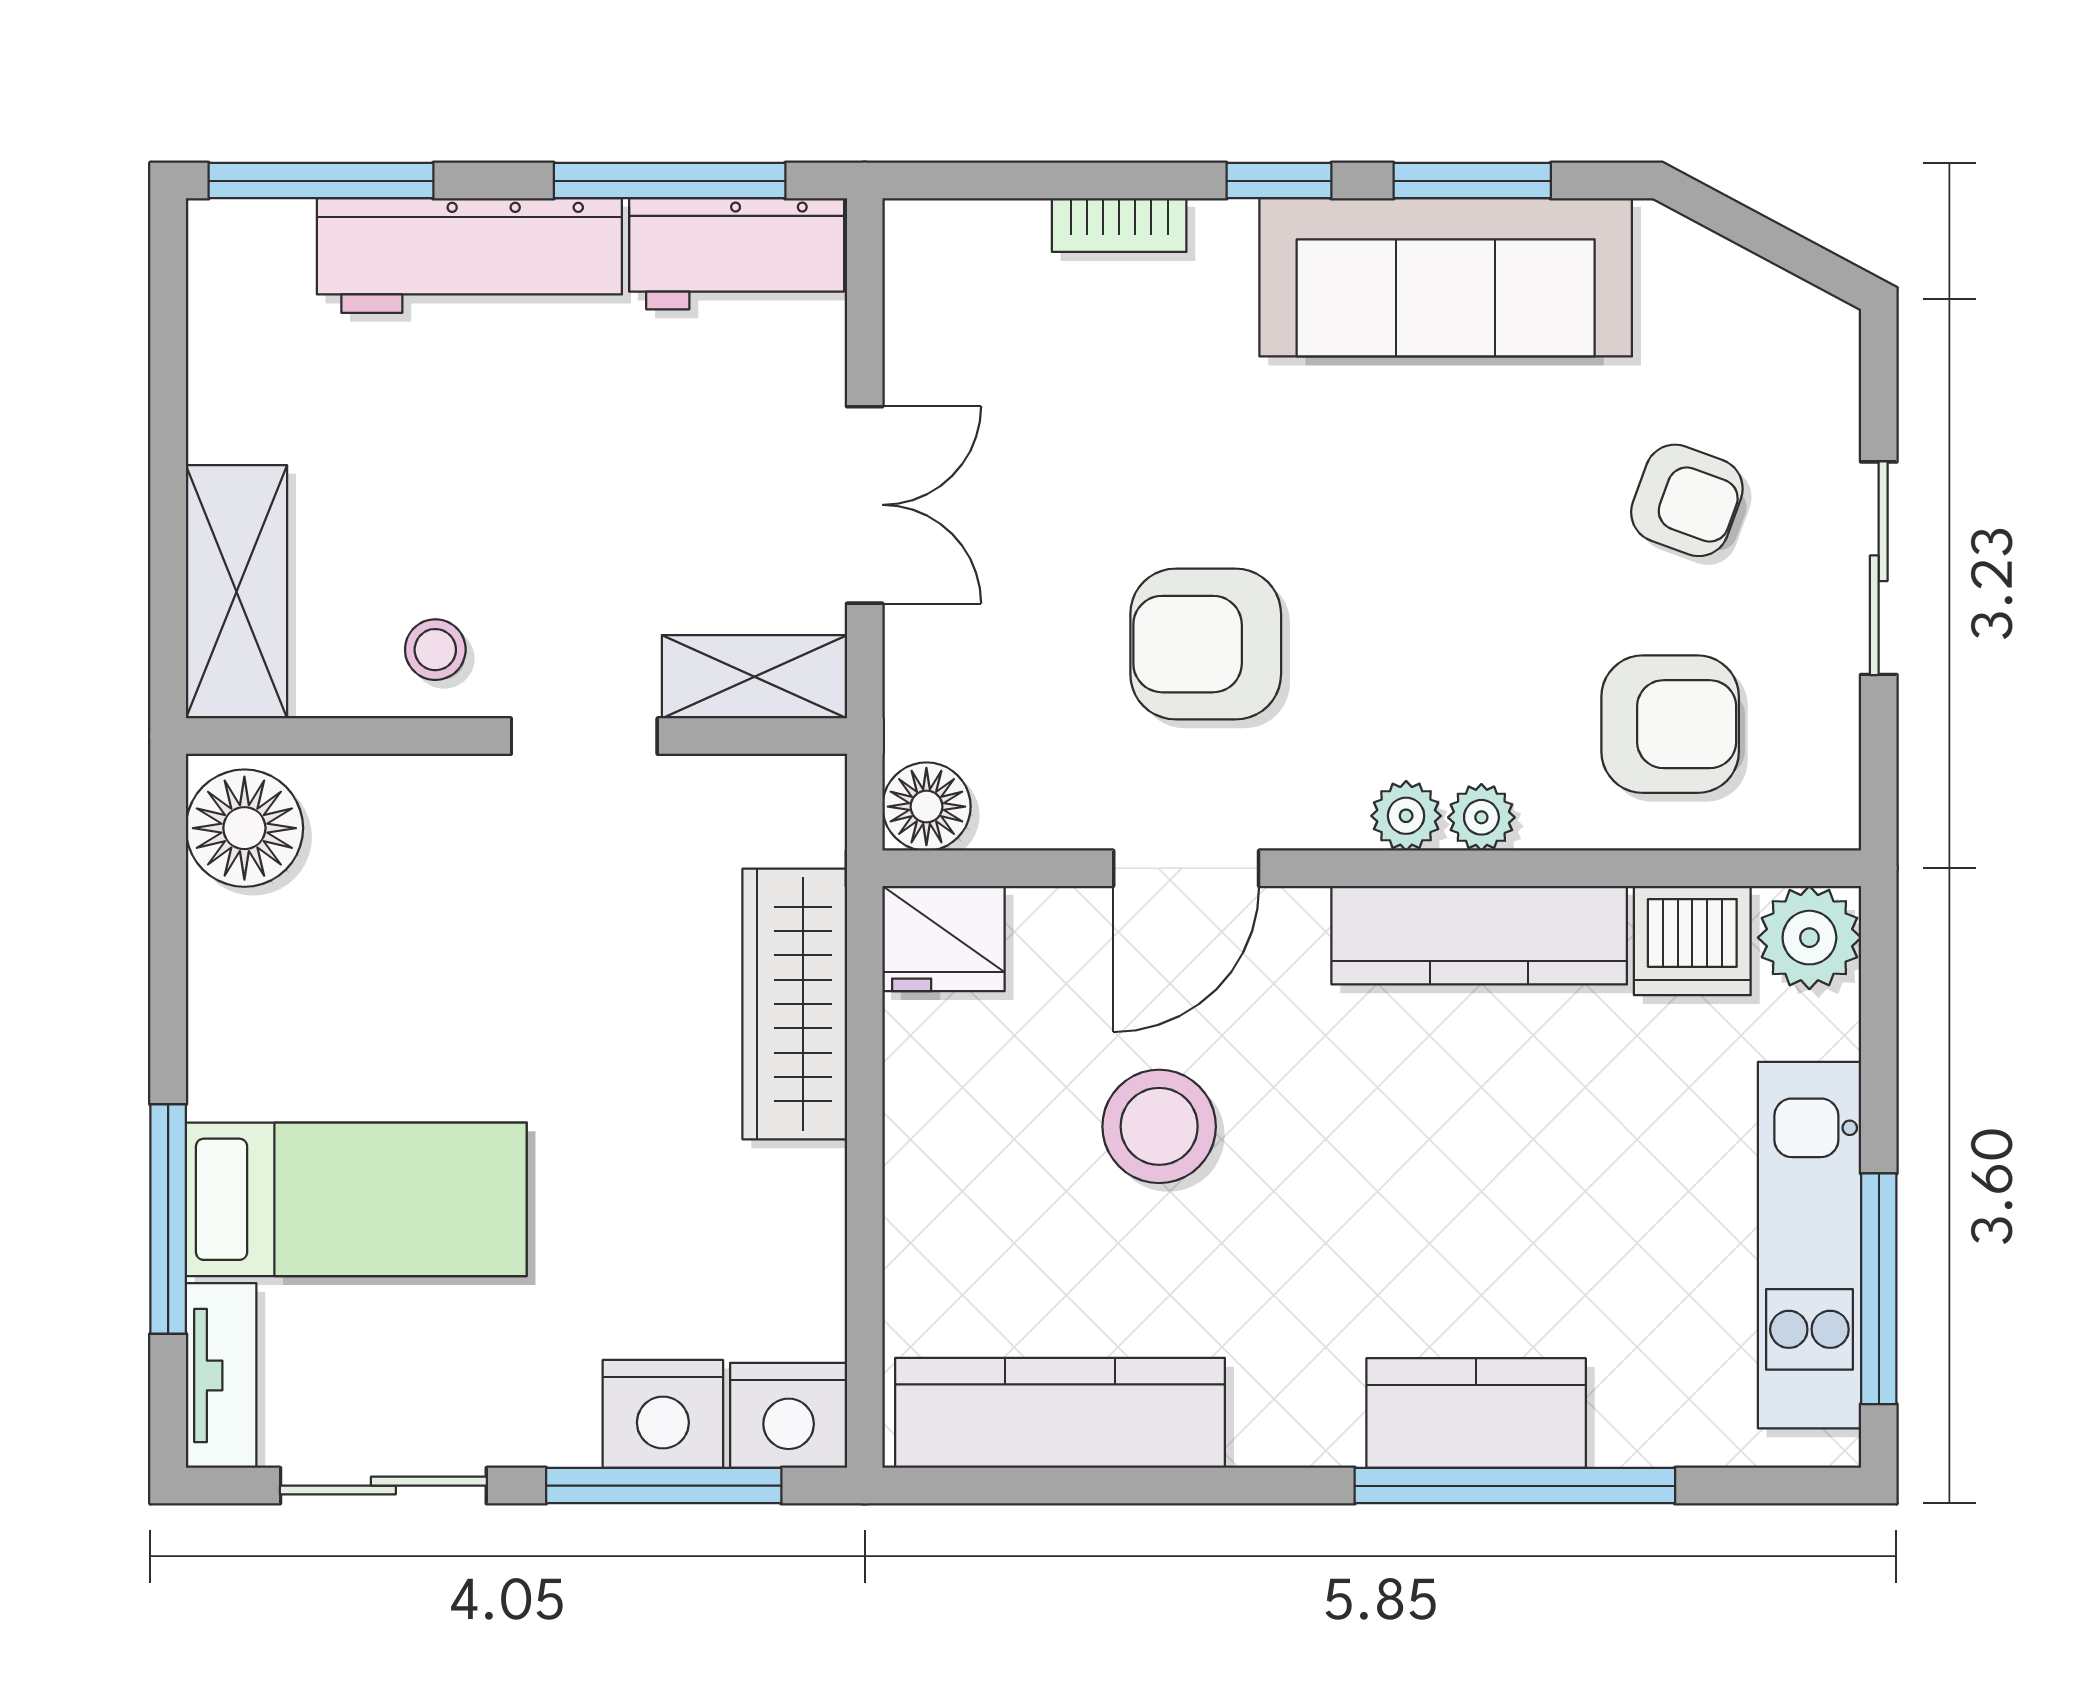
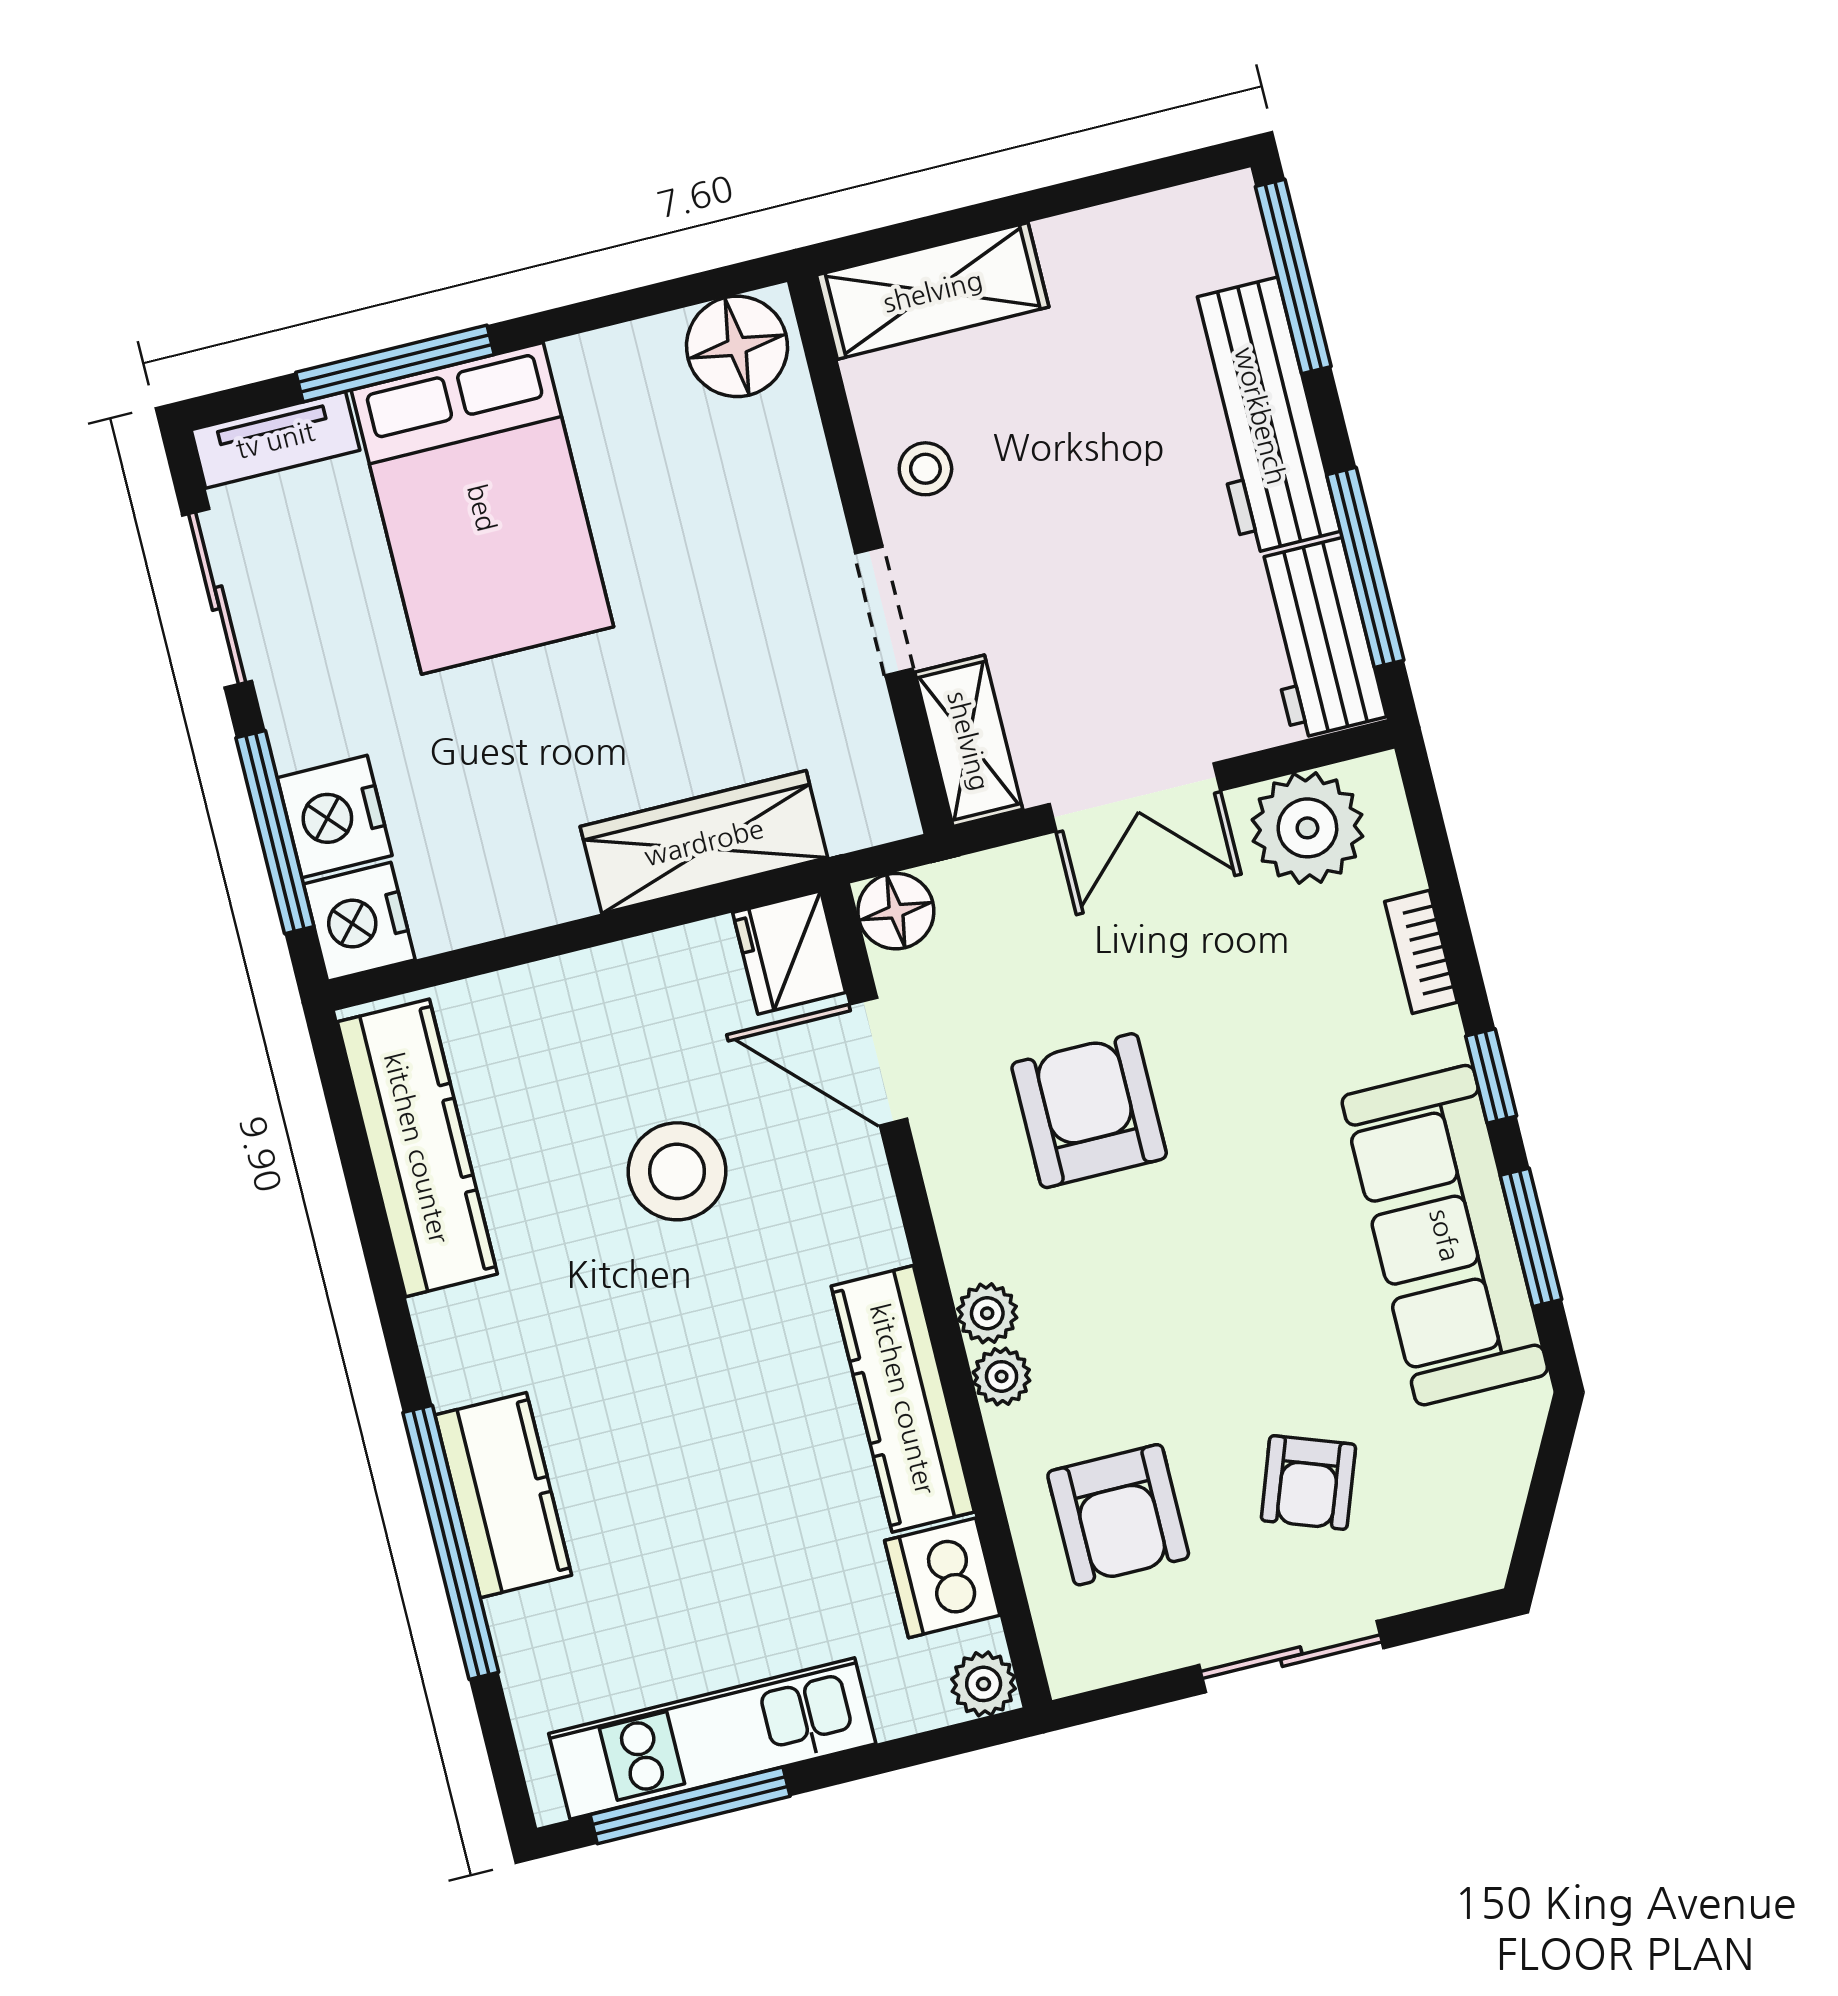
plant: (948, 319) -> (1307, 828), added
door: (1186, 868) -> (878, 1062), moved
plant: (1809, 938) -> (984, 1684), width x0.73, depth x0.73
bed: (356, 1199) -> (482, 508), width x1.50

